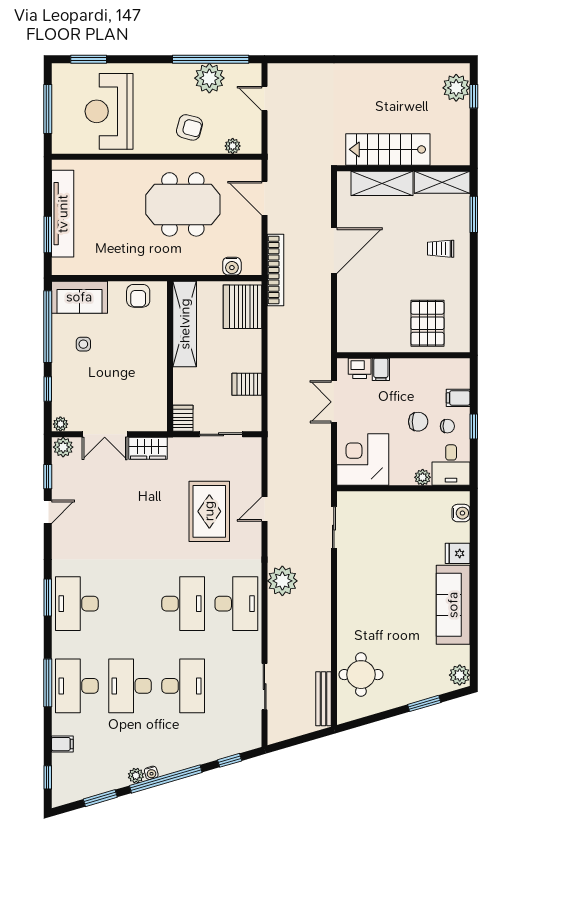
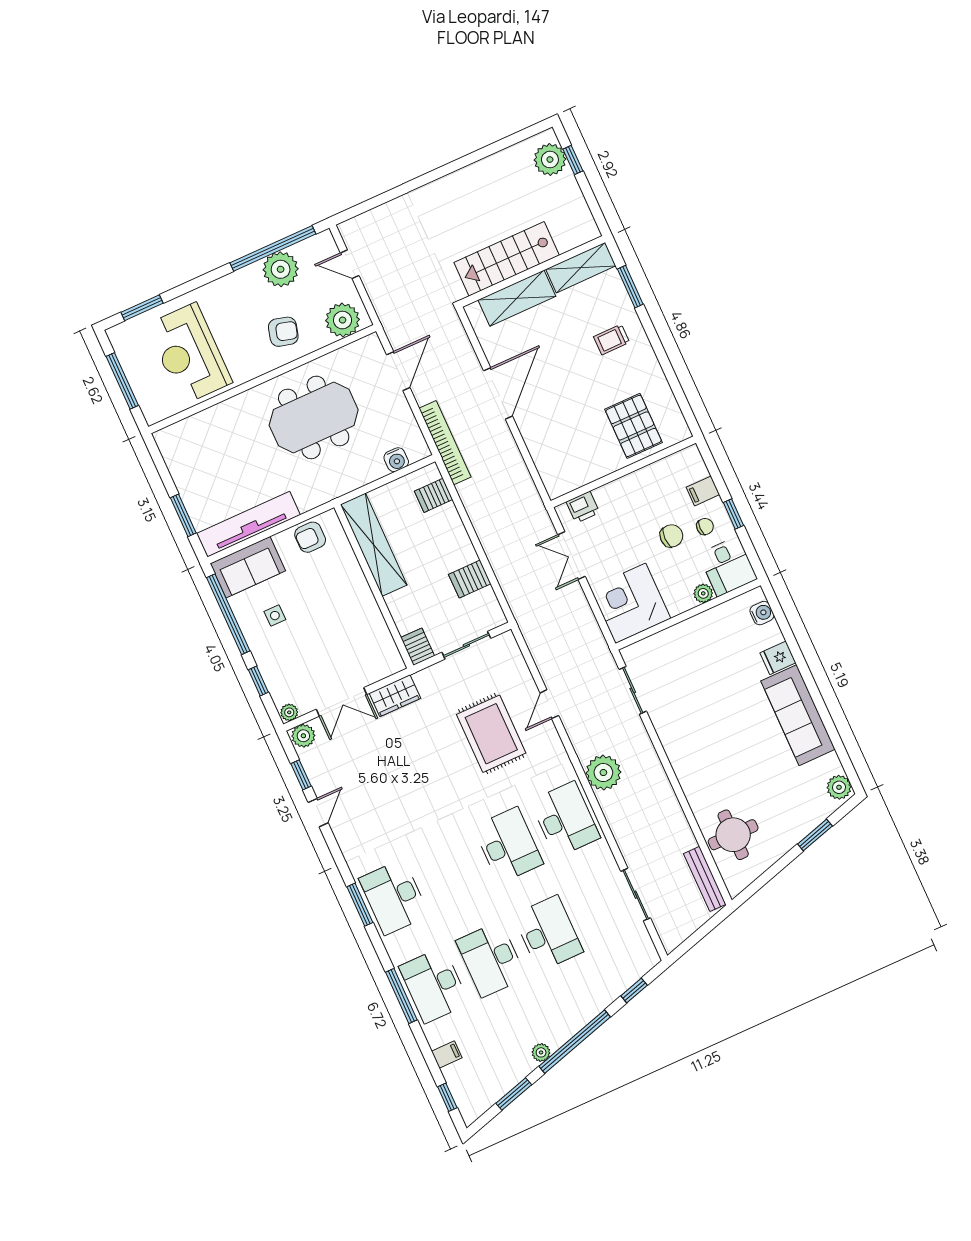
plant: (233, 146) -> (343, 320), width x1.87, depth x1.87
door: (265, 198) -> (398, 371), swing flipped
tv unit: (63, 214) -> (248, 524), moved, turned -90
armchair: (138, 296) -> (310, 537), turned 90
server rack: (243, 307) -> (434, 495), width x0.46, depth x0.70
filing cabinet: (381, 369) -> (606, 498), removed
water cooler: (151, 773) -> (556, 1042), removed

